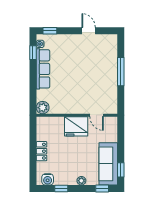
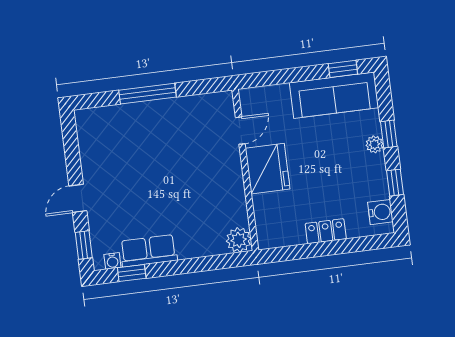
door: (89, 31) -> (78, 198), moved
row of seats: (43, 69) -> (148, 251), width x0.68
window: (102, 188) -> (389, 134), moved

